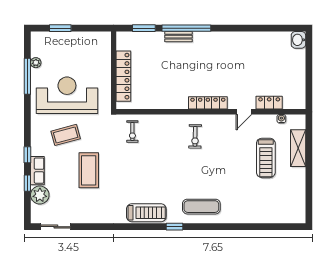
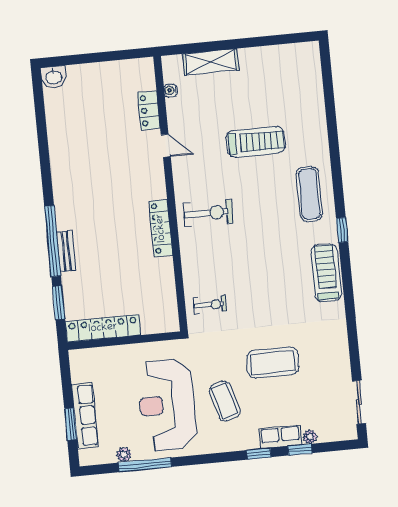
row of seats: (65, 39) -> (85, 415), added
locker: (123, 76) -> (103, 328), moved
locker: (208, 103) -> (161, 228), moved
exercise bike: (195, 136) -> (208, 213), width x1.38, depth x1.39
treadmill: (266, 158) -> (256, 142), moved
plant: (40, 195) -> (310, 437), width x0.53, depth x0.53

